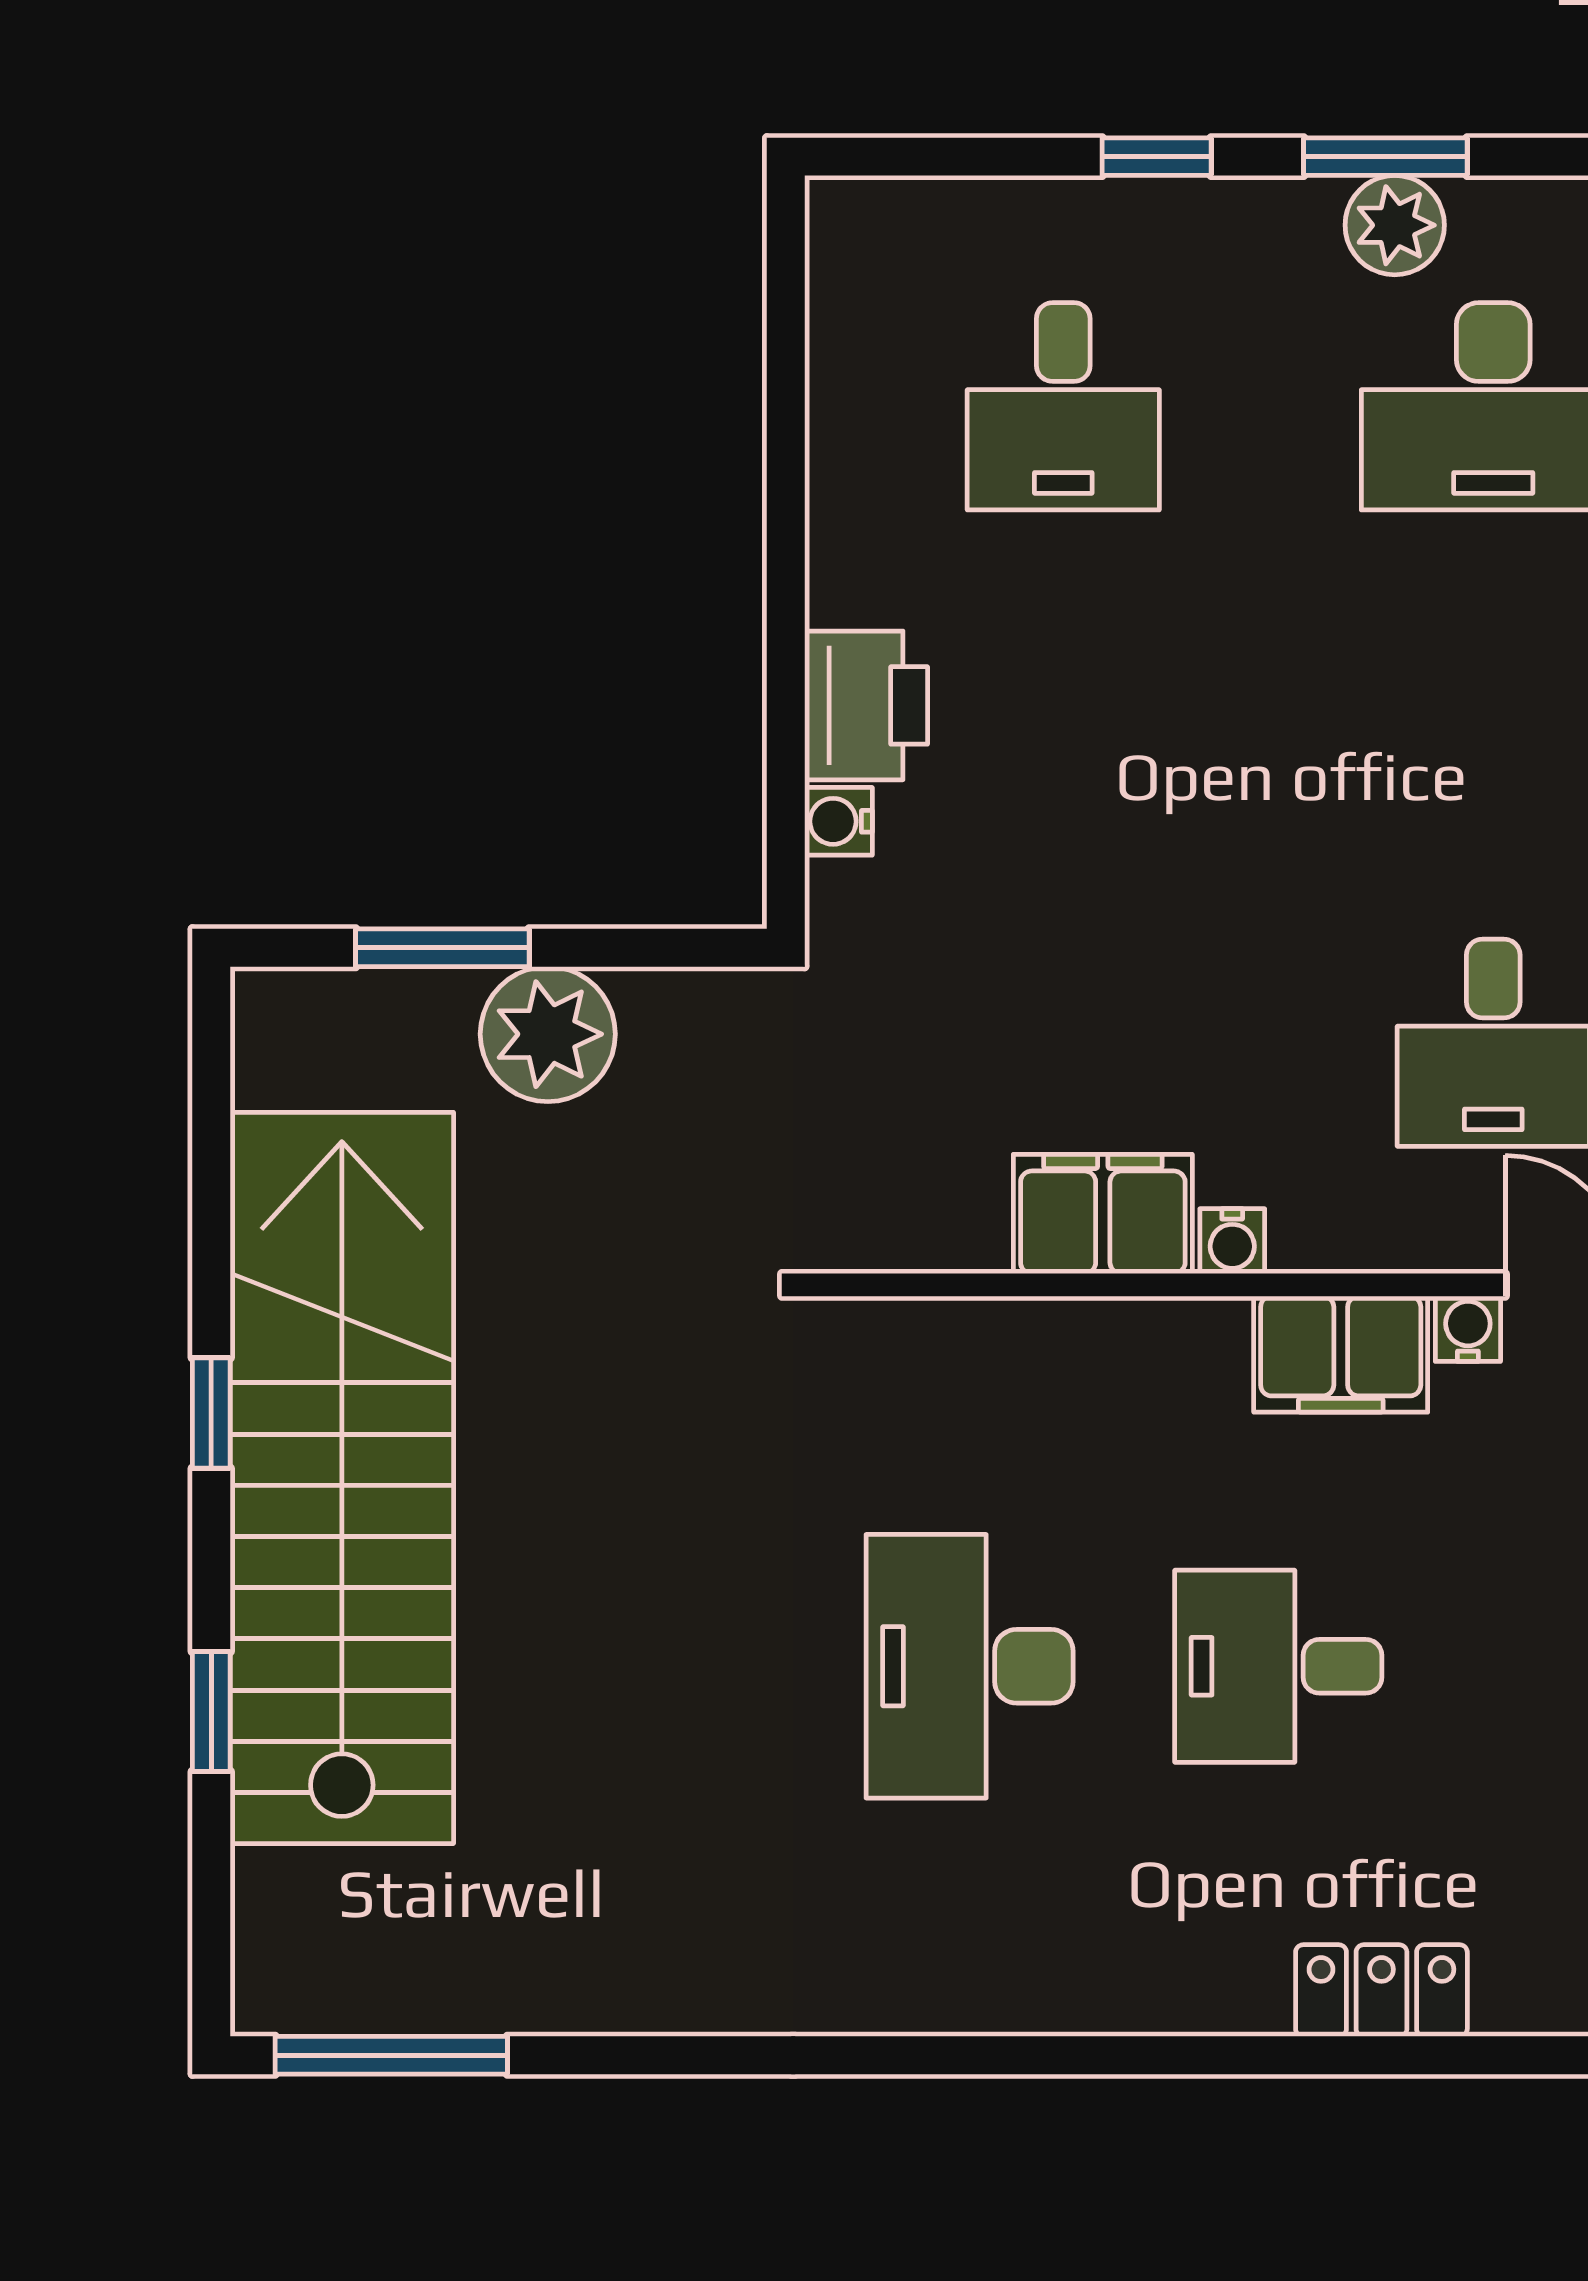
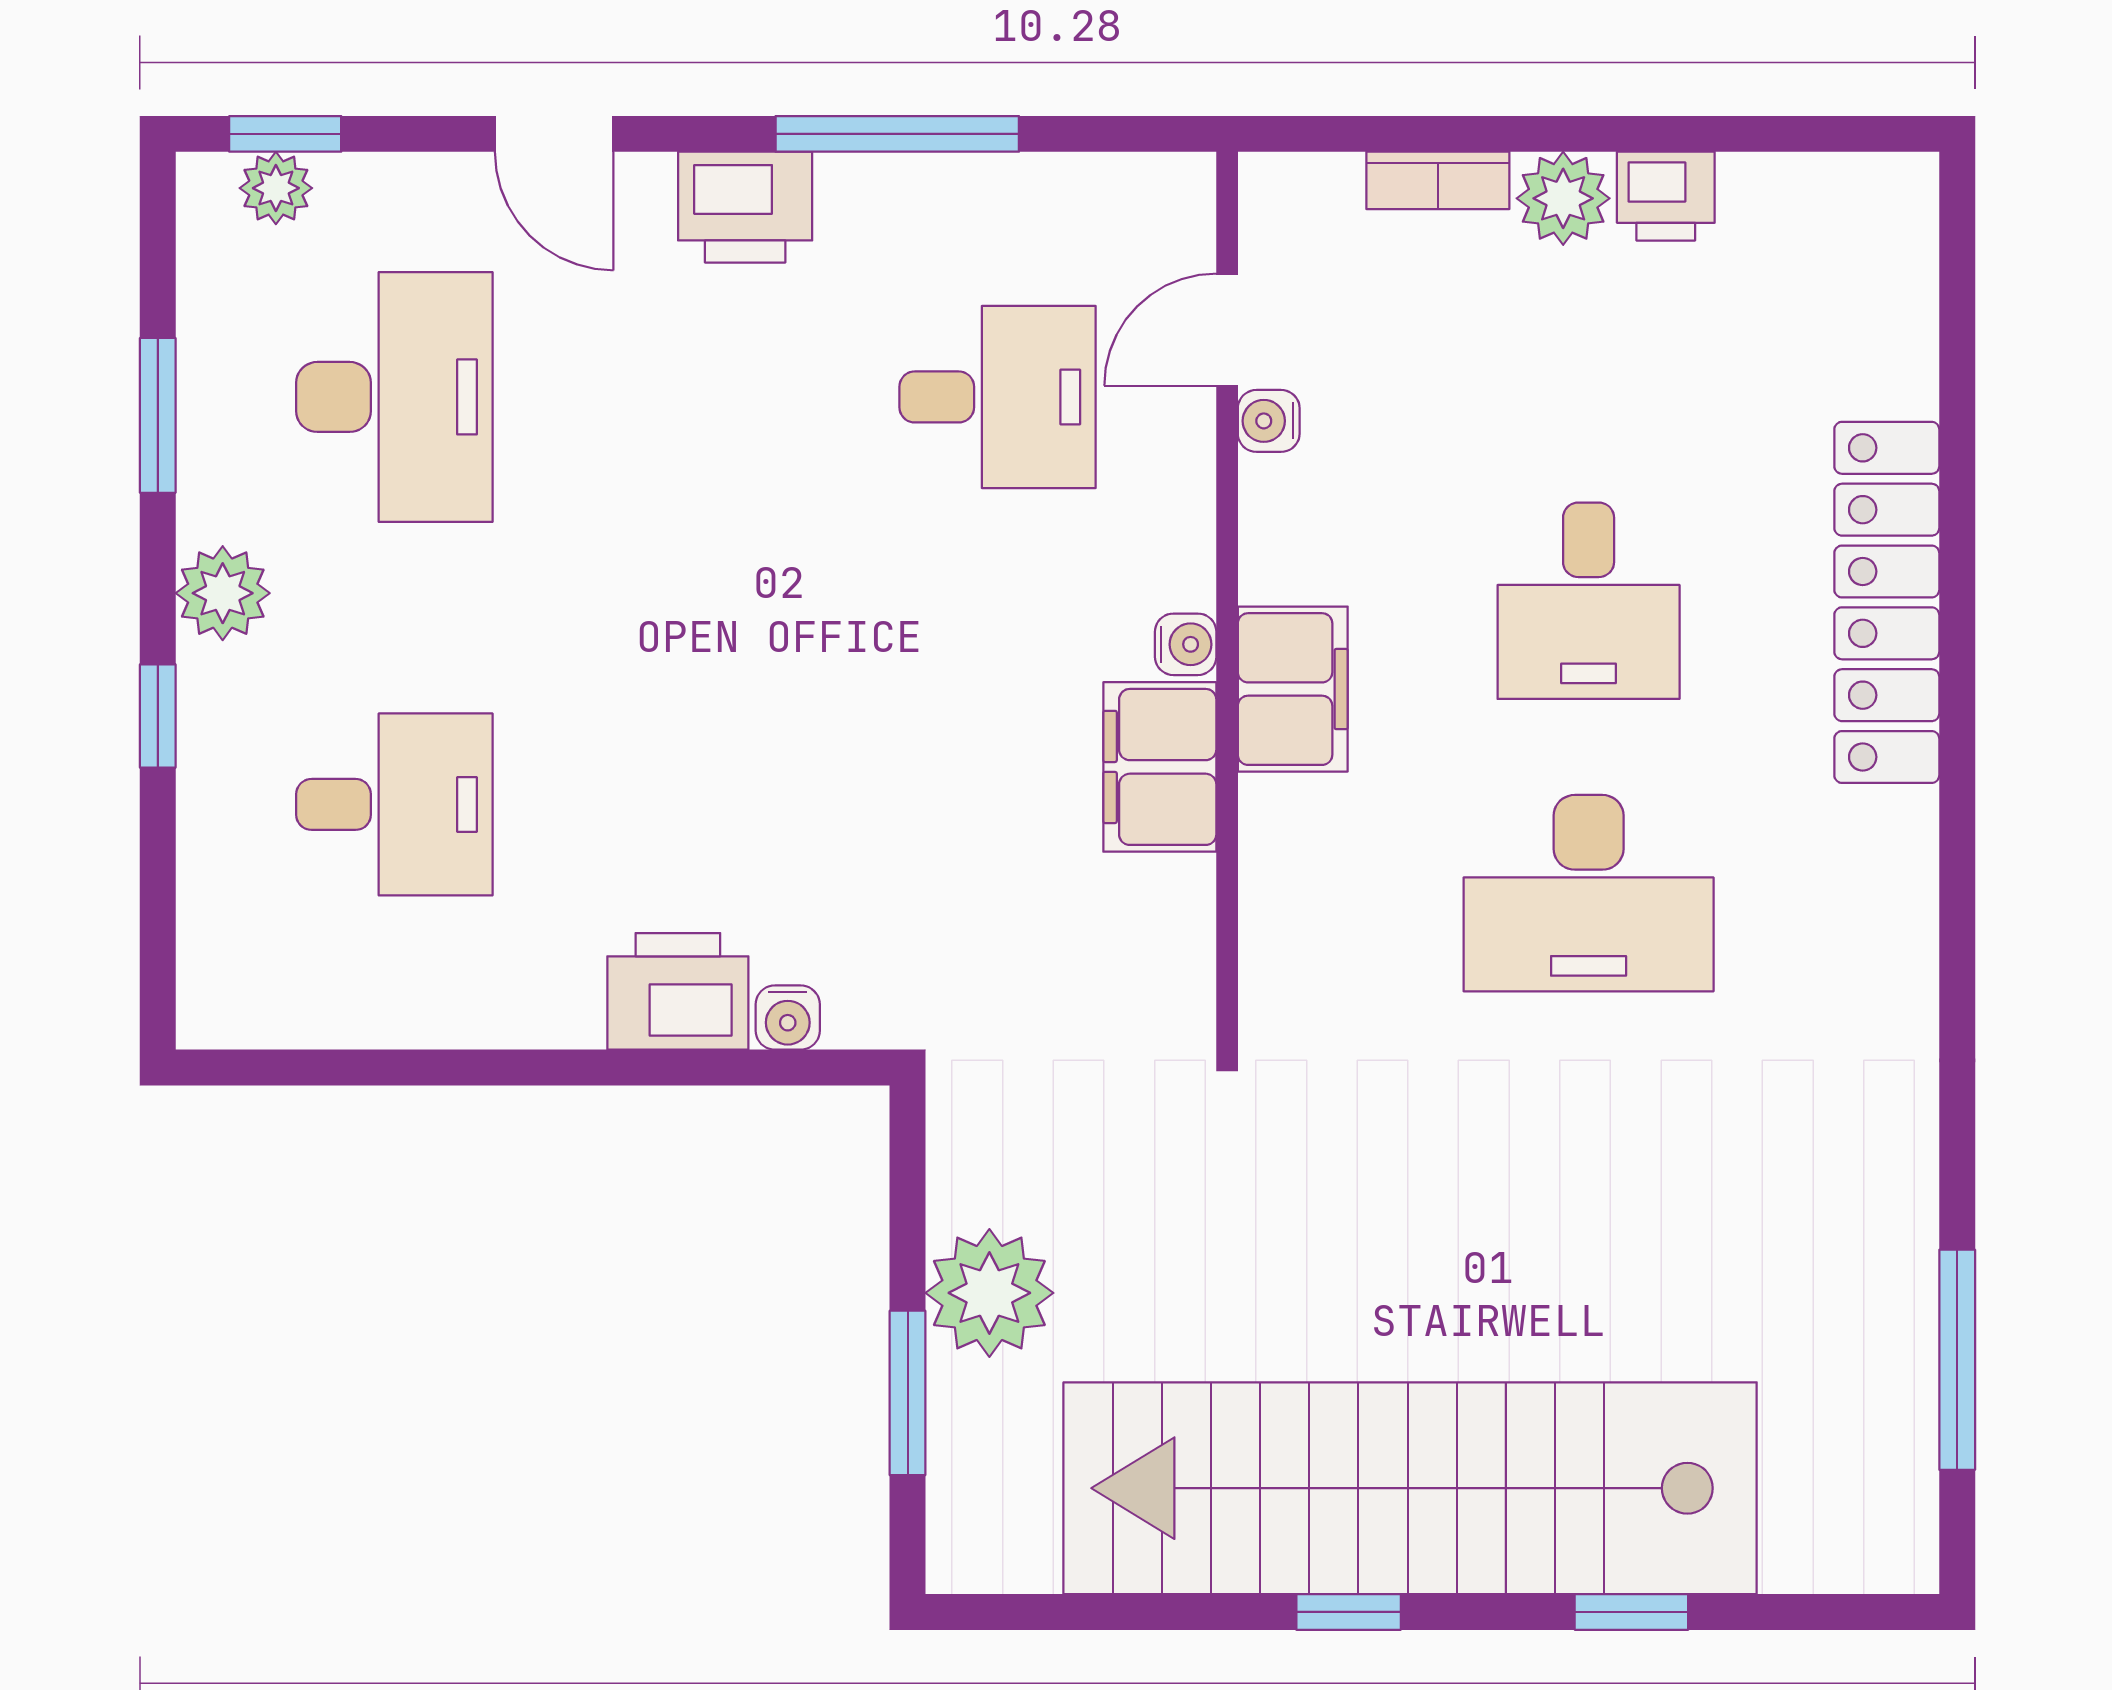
window: (1385, 157) -> (158, 415), moved
plant: (1395, 225) -> (223, 593), moved
filing cabinet: (1341, 1354) -> (1293, 689), moved
locker: (1381, 1991) -> (1887, 602), width x2.16, depth x1.21
window: (391, 2055) -> (1957, 1360), moved

